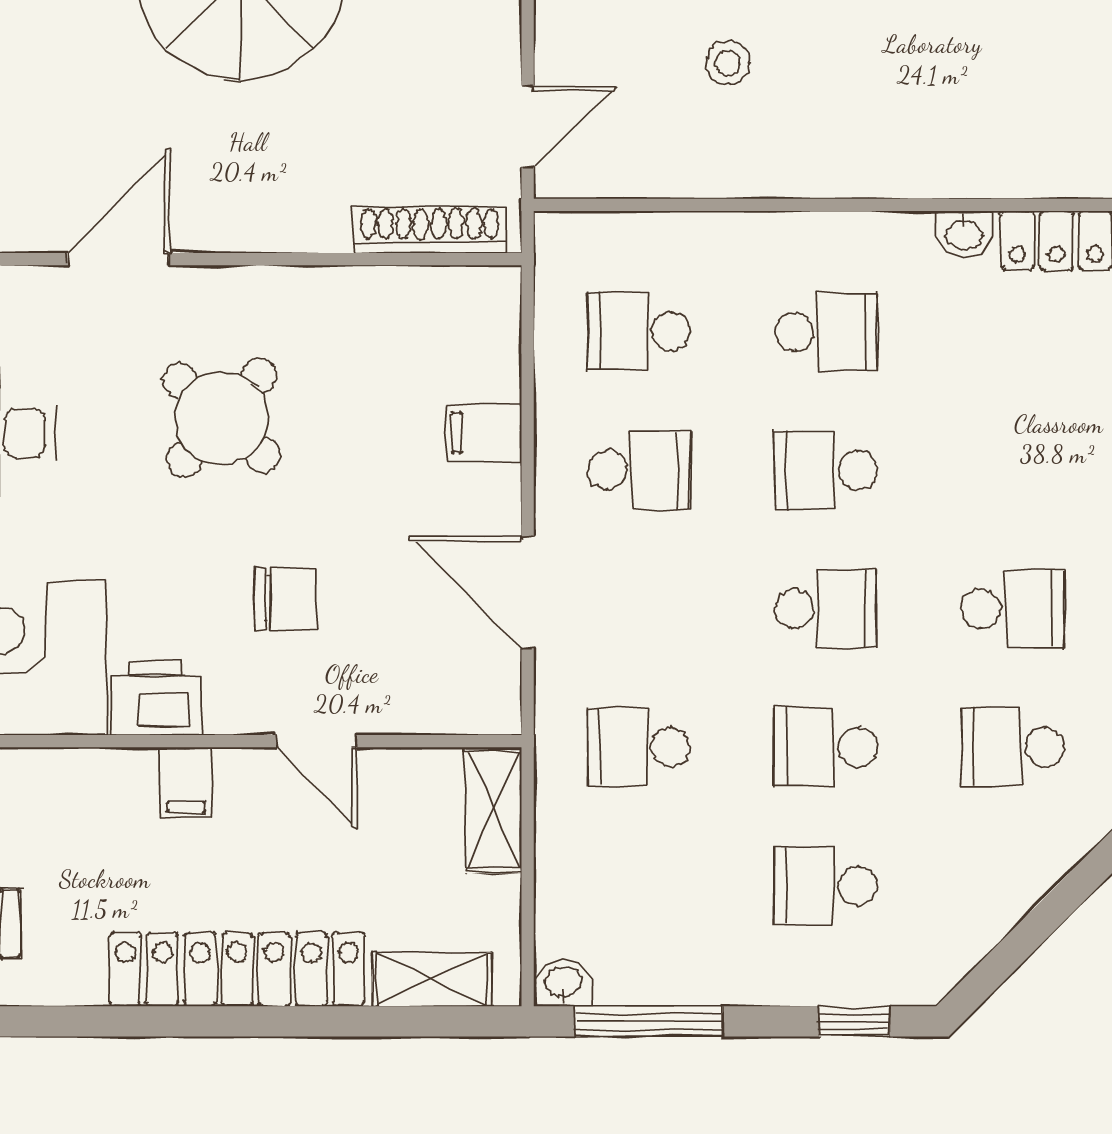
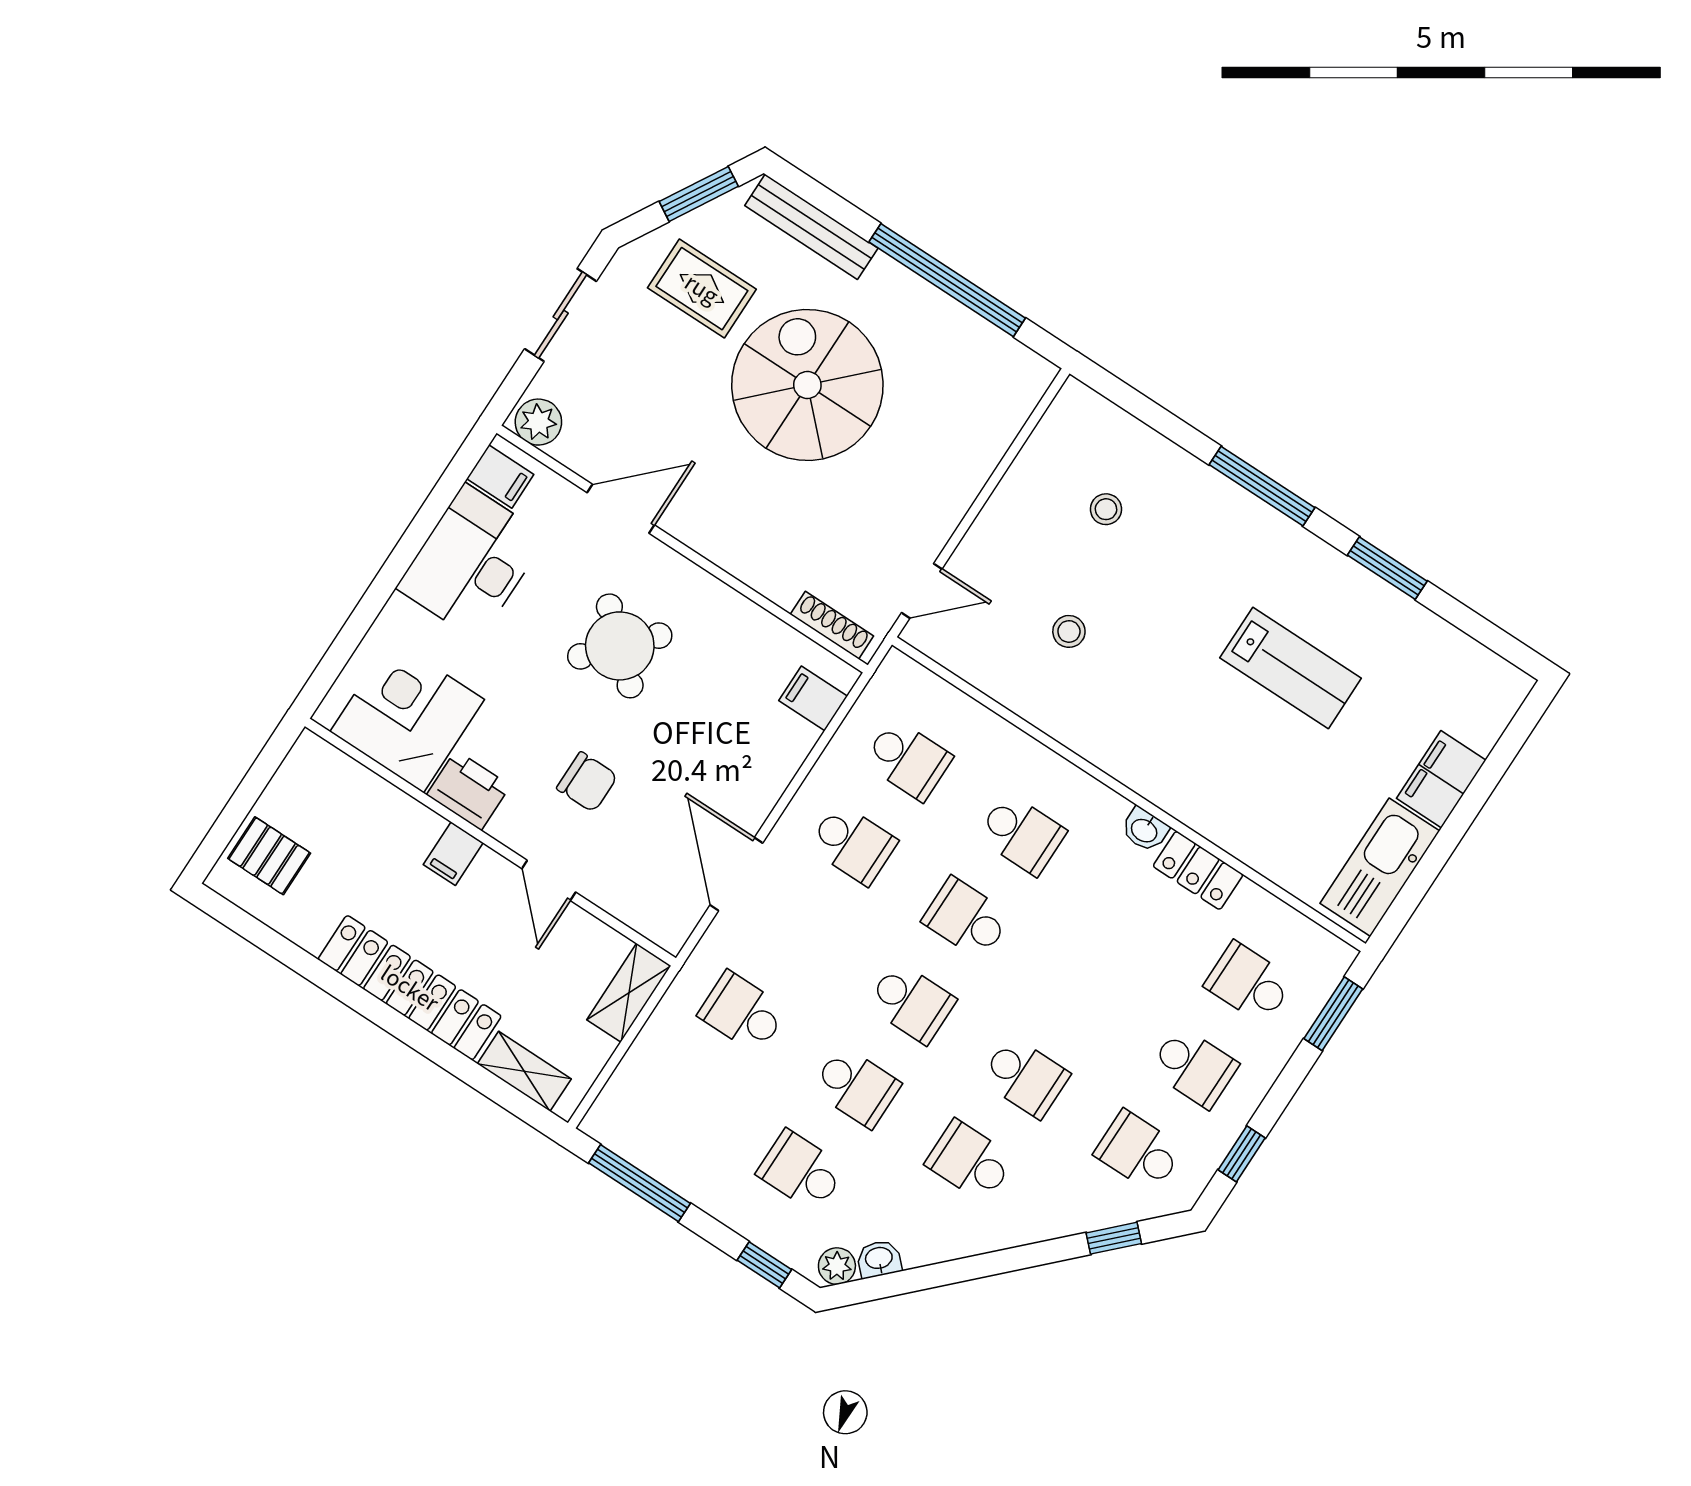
shoe rack: (430, 229) -> (832, 625), width x0.74, depth x0.81
school desk: (639, 332) -> (908, 760), turned 180
filing cabinet: (483, 433) -> (813, 698), moved
school desk: (826, 747) -> (856, 1087), turned 180
plant: (939, 968) -> (837, 1266), added
washbasin: (563, 983) -> (879, 1259), moved, turned -45

